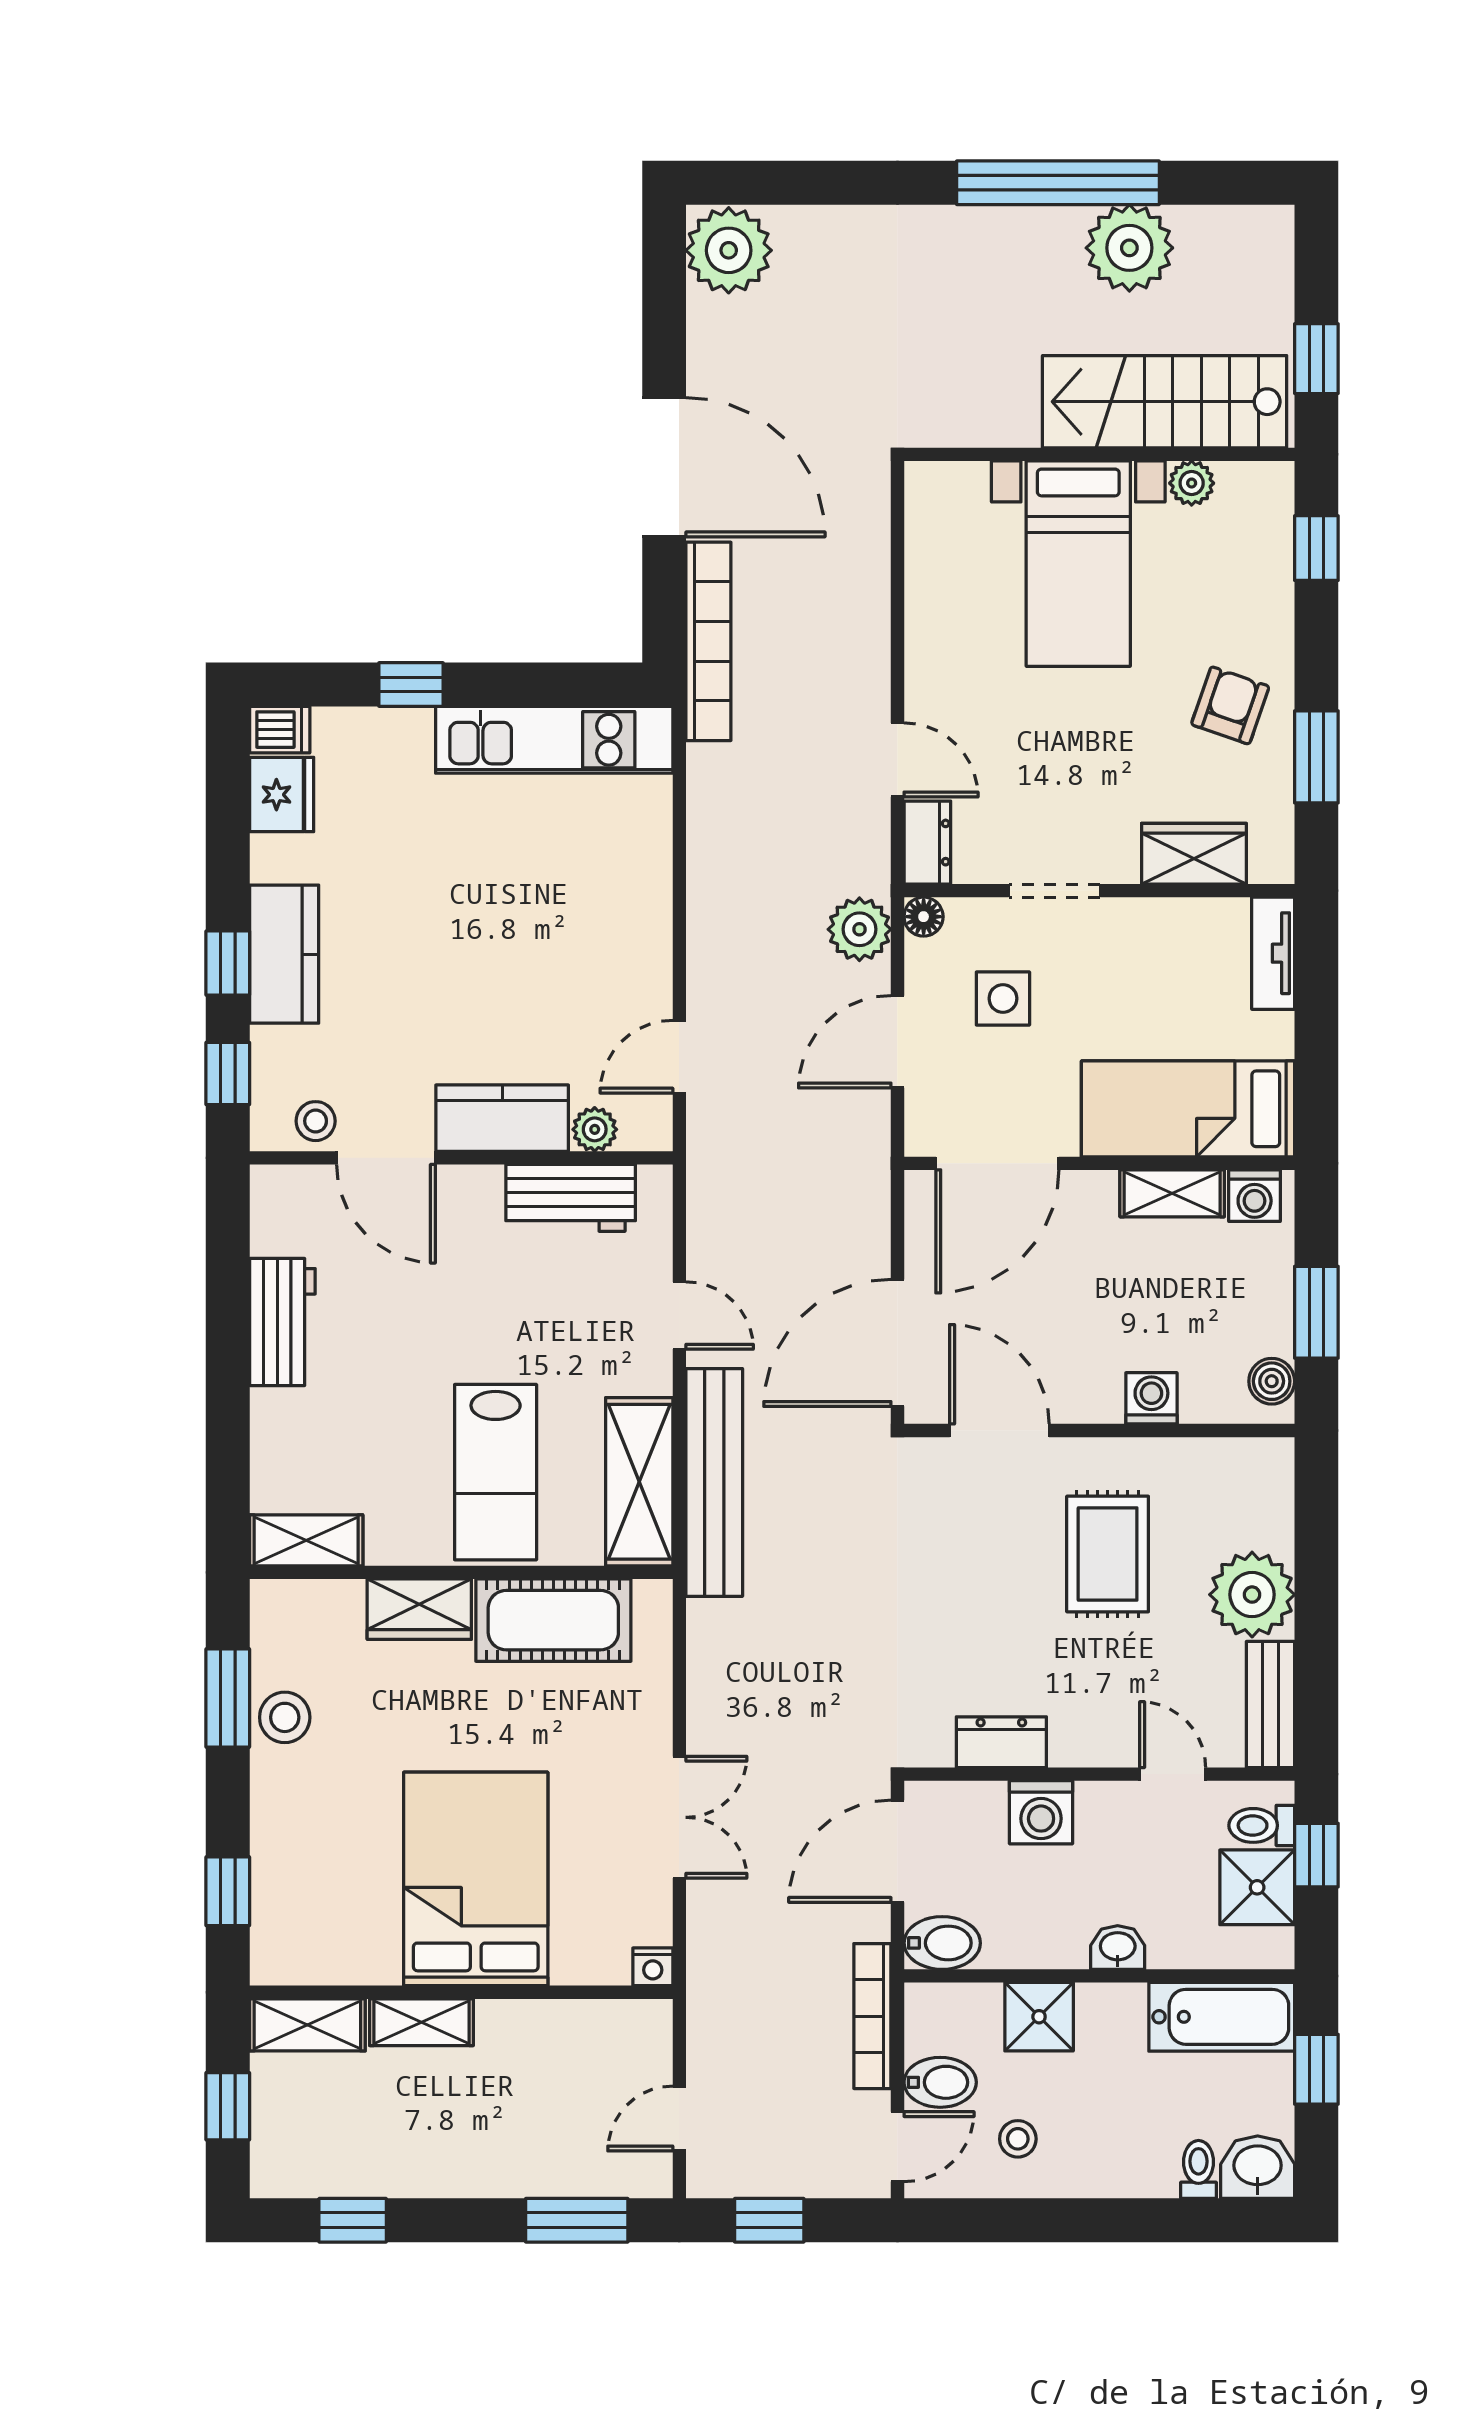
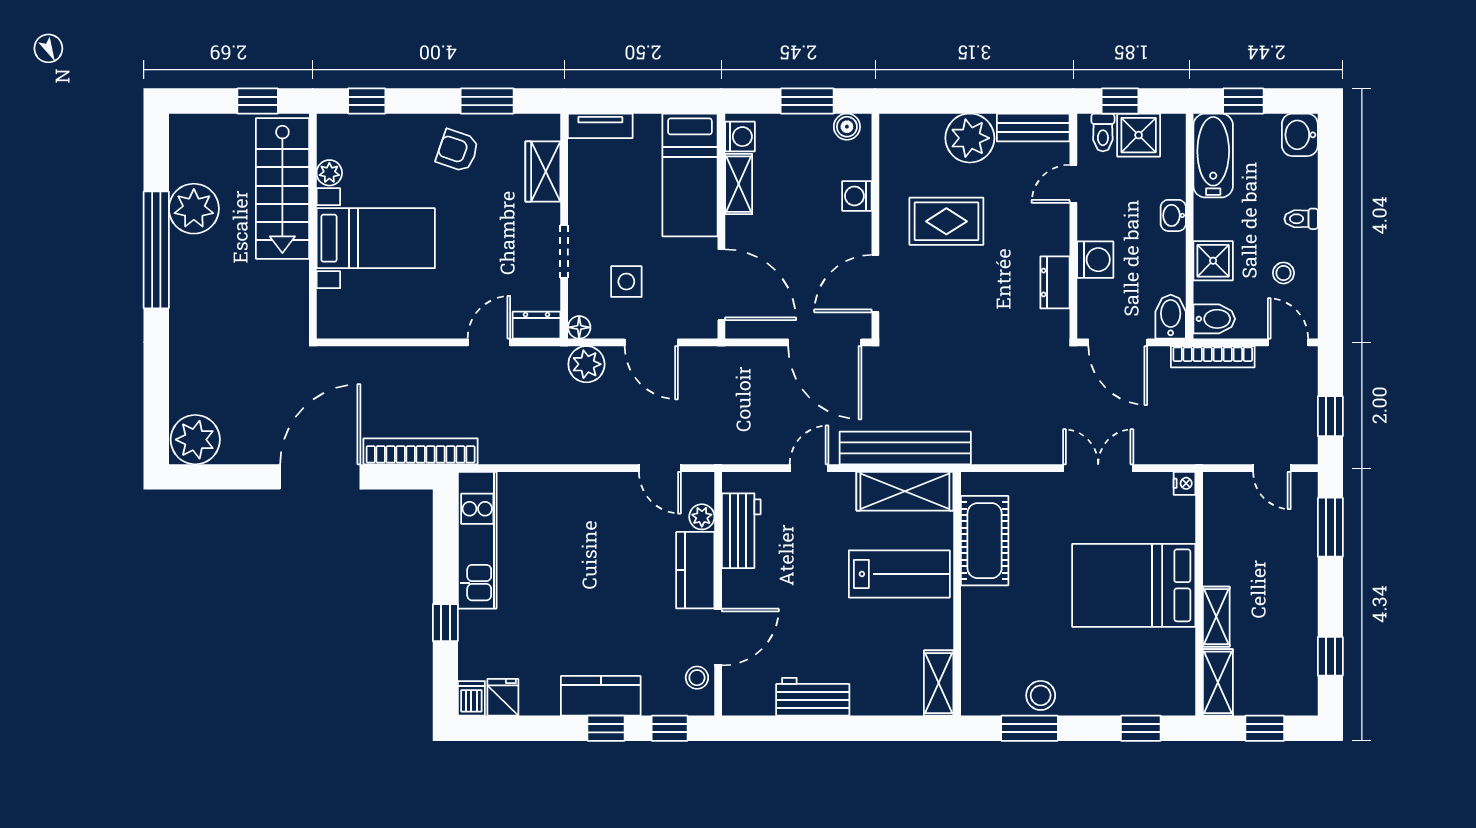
fridge: (282, 795) -> (503, 697), width x0.72
wardrobe: (419, 1609) -> (978, 618), removed
bidet: (940, 2082) -> (1214, 319), moved, turned 90
toilet: (1198, 2169) -> (1301, 219), moved

